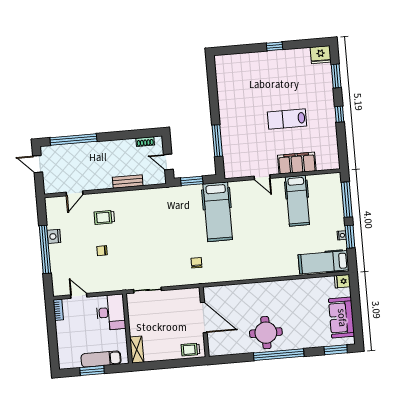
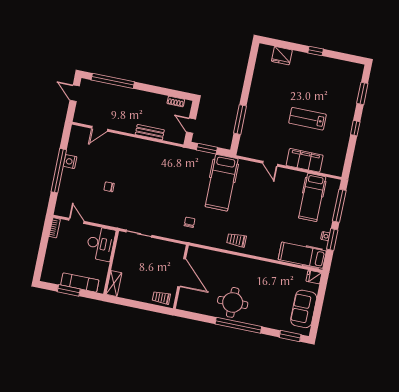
fridge: (321, 55) -> (282, 56), moved
hospital bed: (297, 201) -> (312, 197), moved
trolley: (104, 217) -> (237, 240), moved

